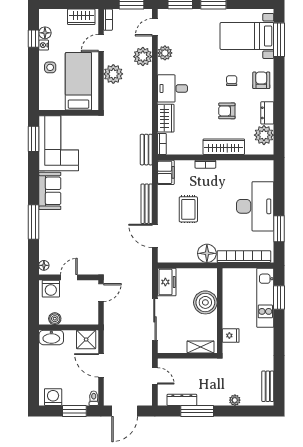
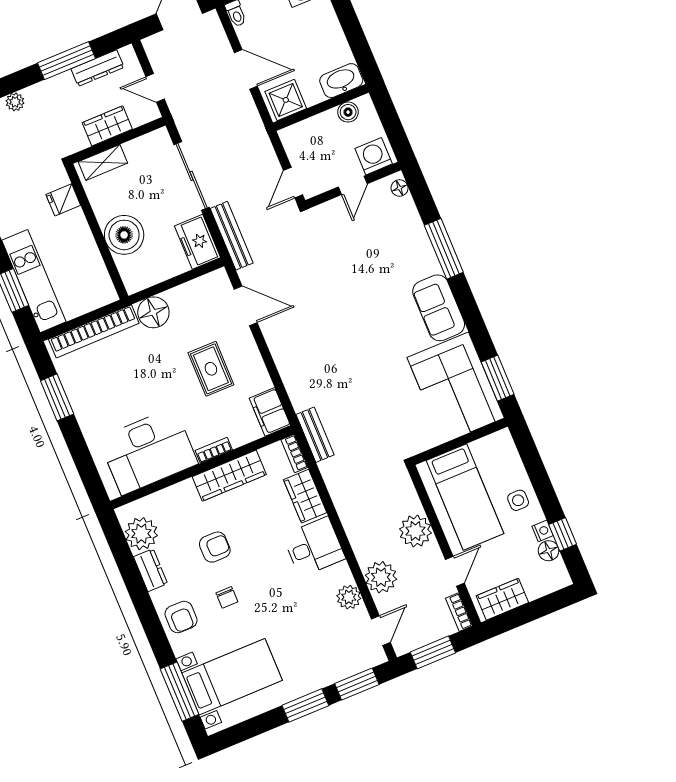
wardrobe: (224, 147) -> (229, 476), moved
bench: (147, 204) -> (232, 236), moved
desk: (255, 206) -> (148, 451), moved, turned -90
wardrobe: (190, 366) -> (107, 126), added

